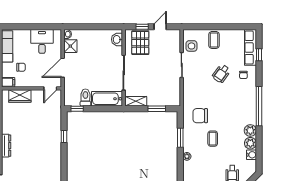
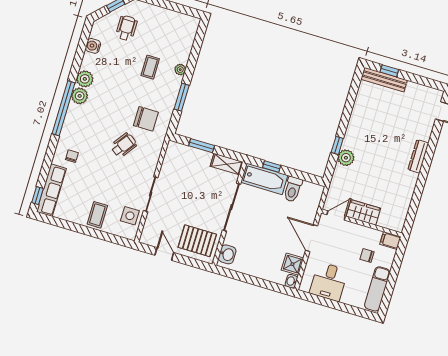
window: (142, 27) -> (188, 261), removed
door: (160, 27) -> (164, 254), swing flipped
pallet: (140, 43) -> (197, 241), turned 90
window: (259, 55) -> (37, 196), moved
door: (63, 68) -> (311, 238), swing flipped
wheelchair: (221, 74) -> (124, 145), moved
wardrobe: (20, 96) -> (363, 212), moved
window: (77, 109) -> (272, 167), moved
plant: (55, 130) -> (346, 158), added
coffee table: (213, 139) -> (150, 67), moved
plant: (250, 143) -> (80, 96), moved

